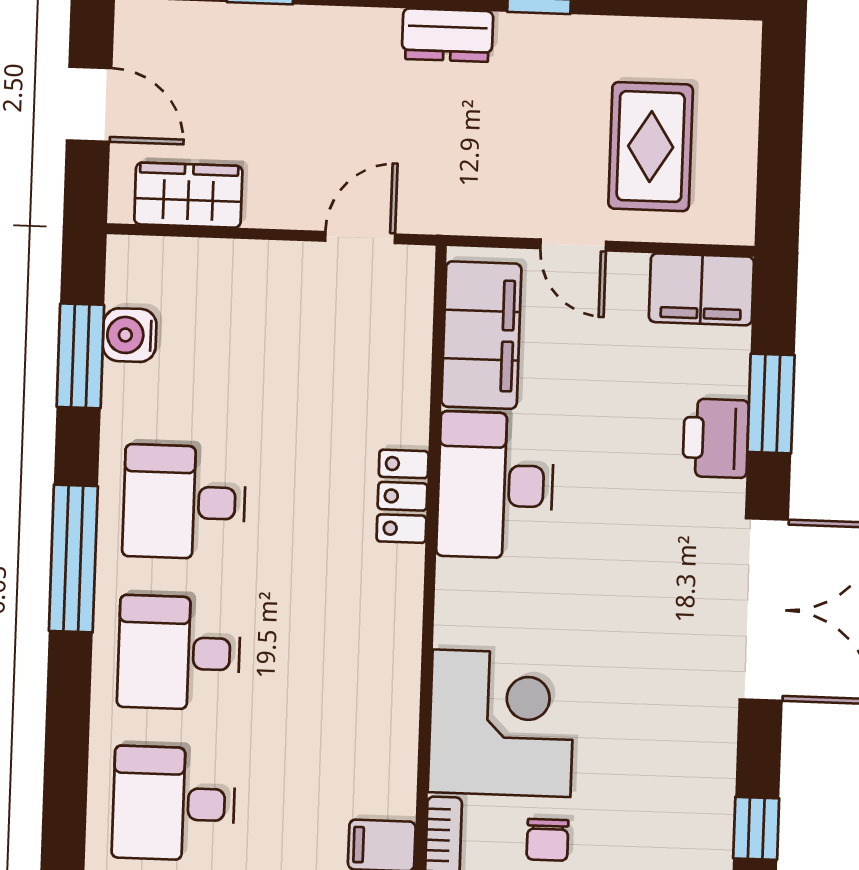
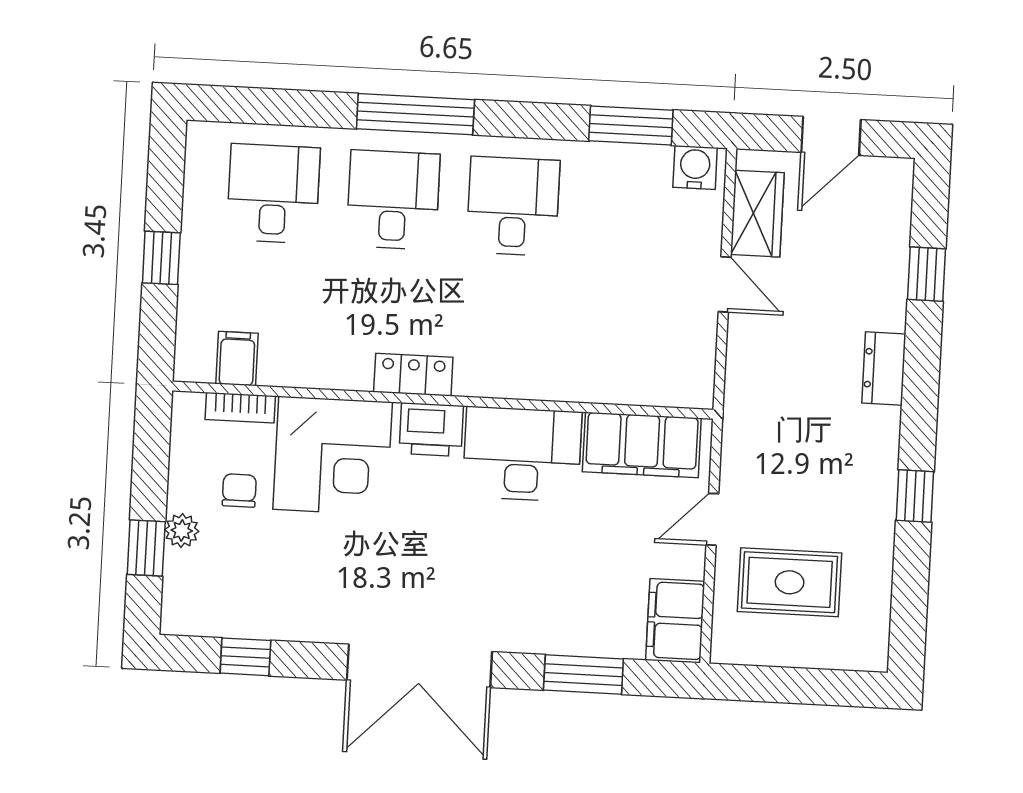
dresser: (447, 35) -> (884, 369), moved
door: (360, 238) -> (725, 284), moved
water cooler: (130, 335) -> (695, 167), moved
printer: (716, 438) -> (431, 430), moved, turned 180
locker: (403, 496) -> (413, 375), moved
window: (73, 558) -> (415, 114), moved
chair: (548, 840) -> (239, 491), turned 90

